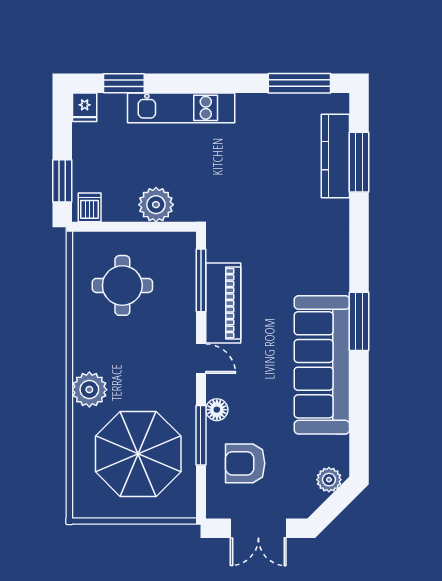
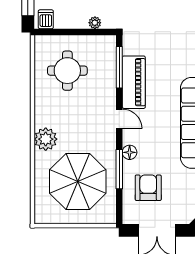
plant: (156, 205) -> (95, 23), width x0.53, depth x0.53
armchair: (245, 463) -> (148, 188), turned 90

